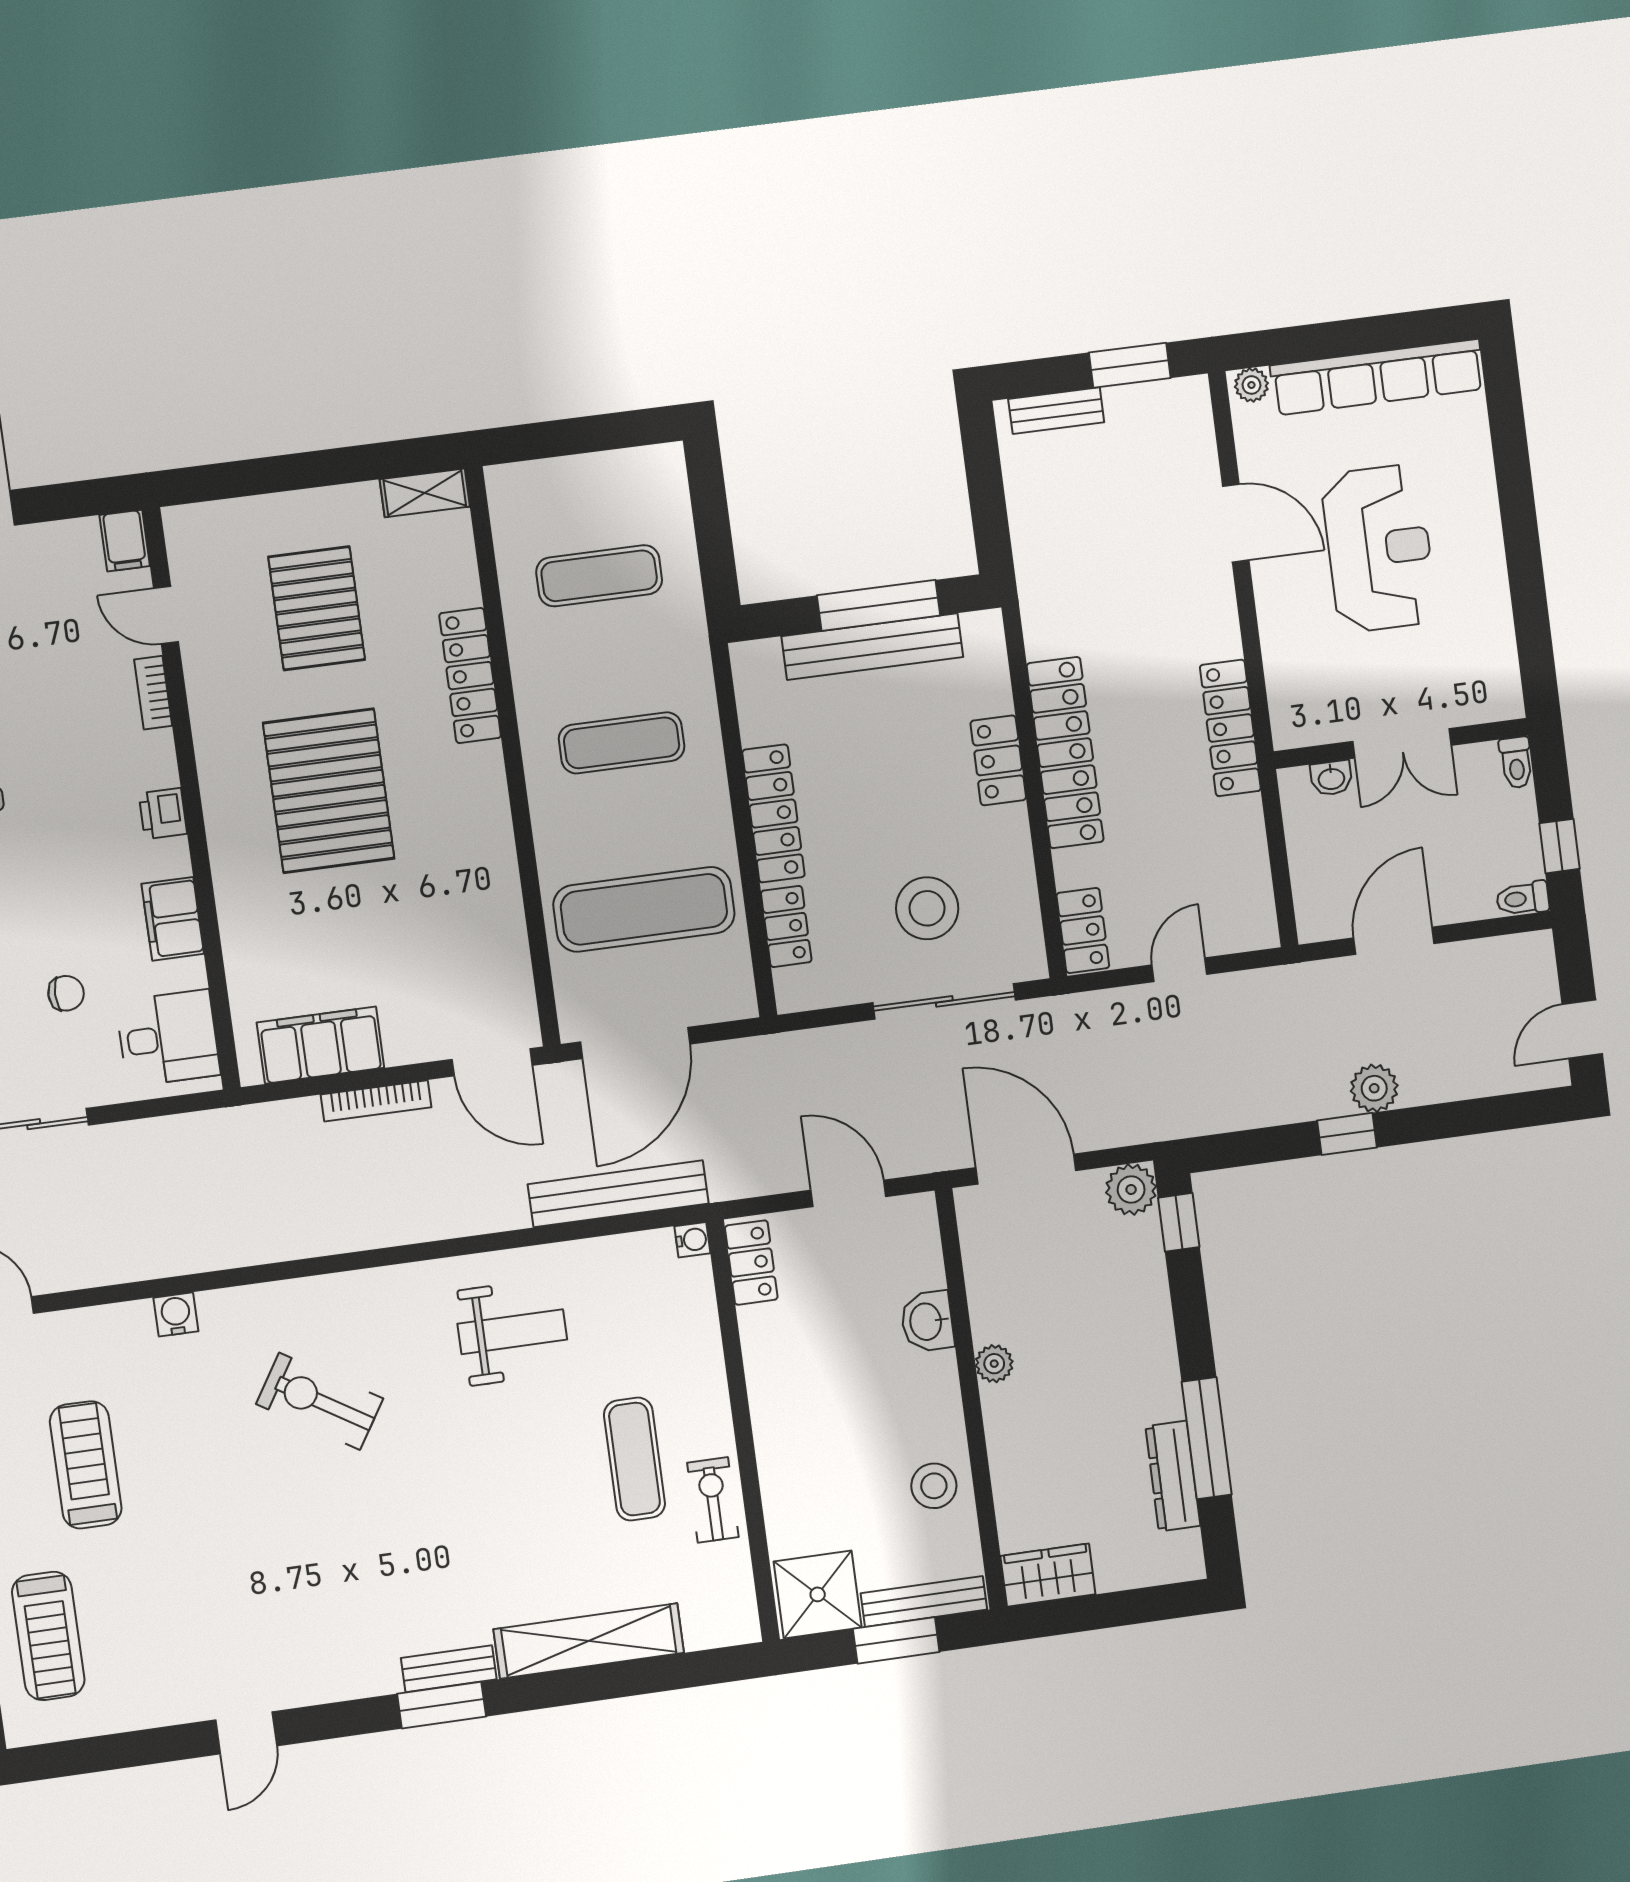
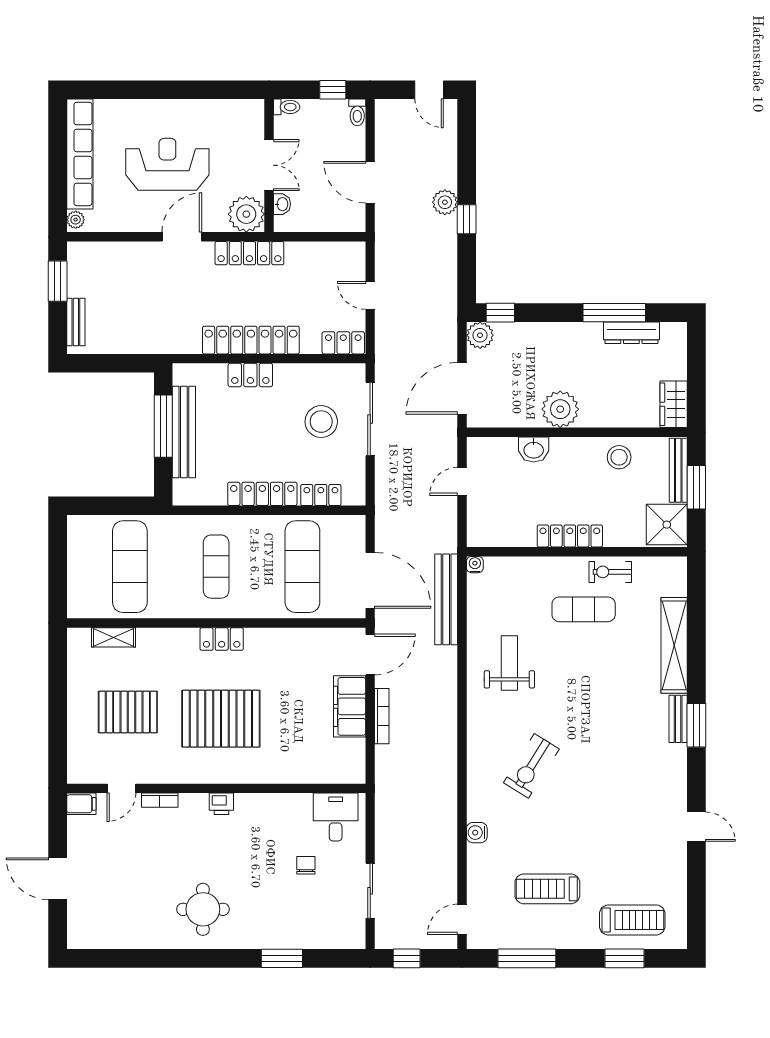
shelving: (425, 493) -> (114, 637), moved, turned 90
door: (1236, 523) -> (182, 237), moved
exercise mat: (599, 576) -> (130, 567), width x1.36, depth x1.45
locker: (470, 676) -> (222, 639), moved, width x0.66
plant: (1304, 712) -> (246, 214), added
filing cabinet: (173, 919) -> (275, 806), removed
filing cabinet: (320, 1045) -> (350, 706), moved
door: (848, 1193) -> (462, 481), width x0.73
locker: (751, 1263) -> (570, 536), moved, width x1.53
plant: (994, 1364) -> (560, 409), width x1.87, depth x1.87

